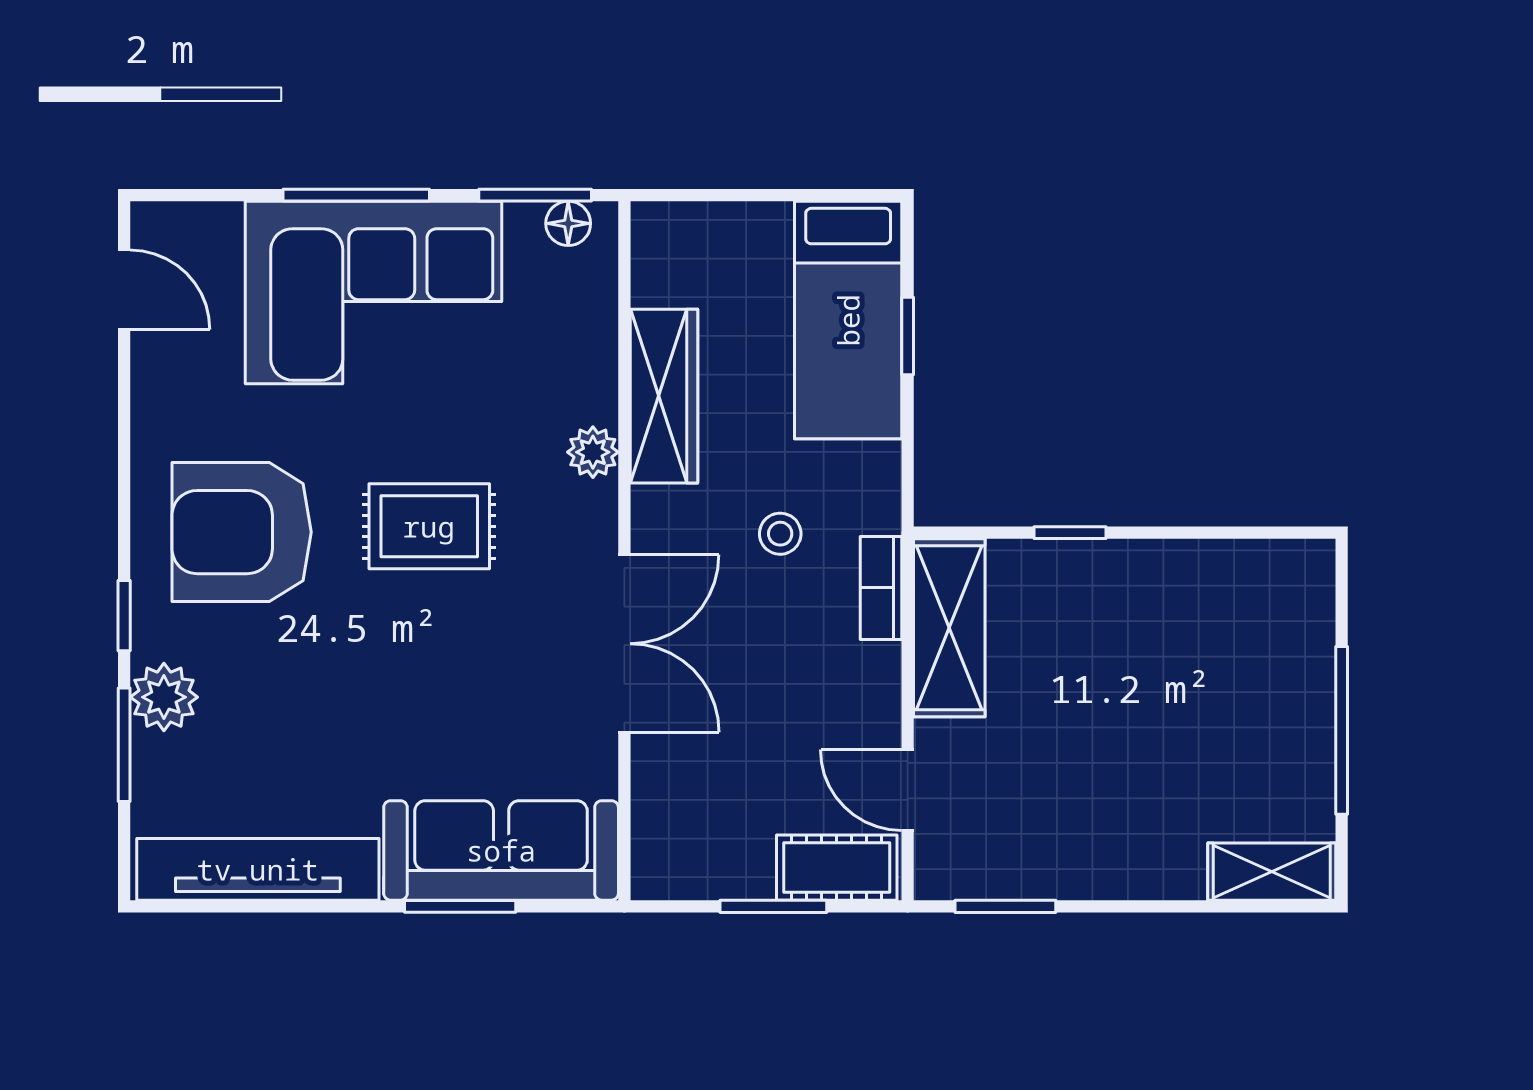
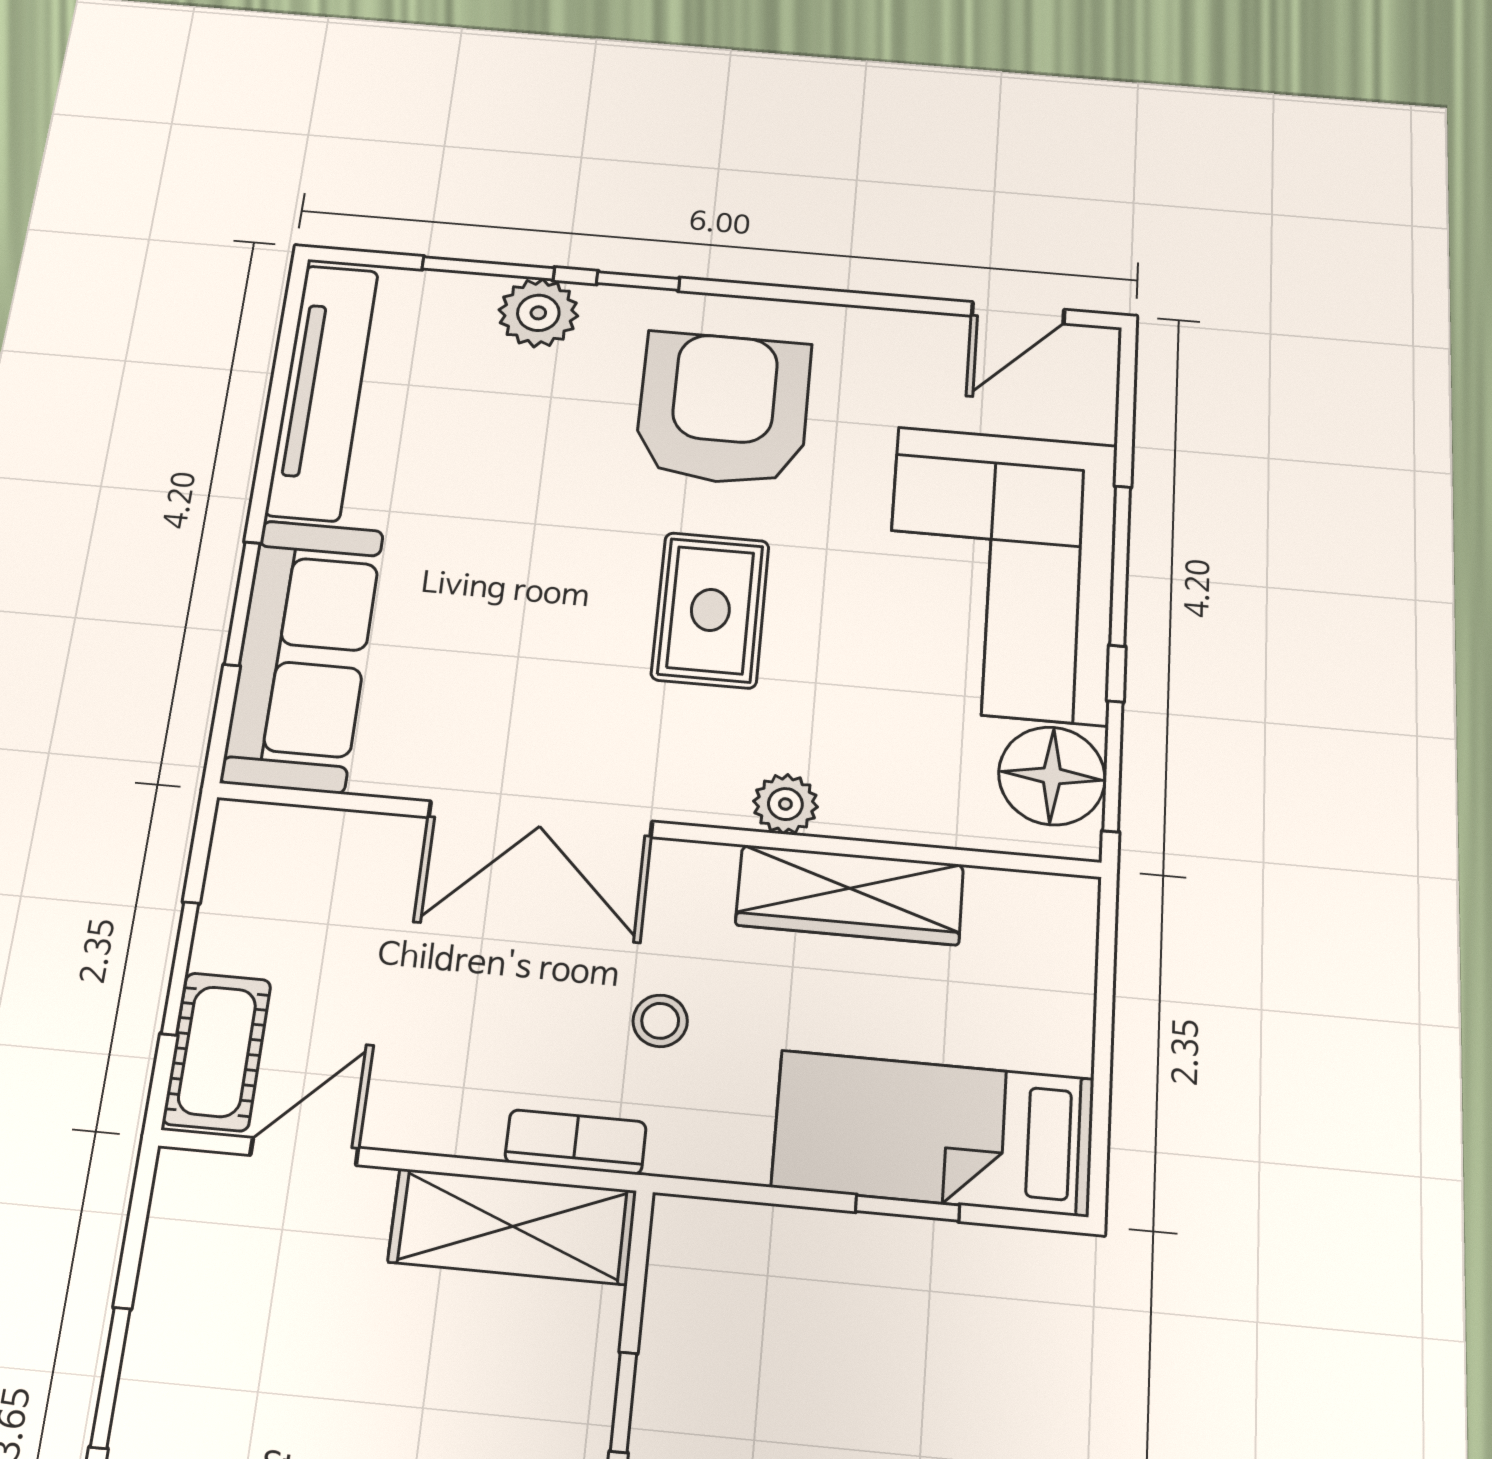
floor lamp: (568, 223) -> (1052, 776), width x1.89, depth x1.89
window: (1005, 906) -> (110, 1377), moved

